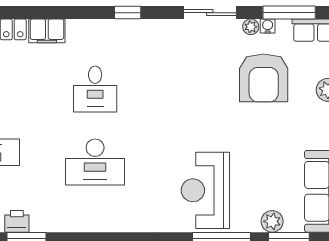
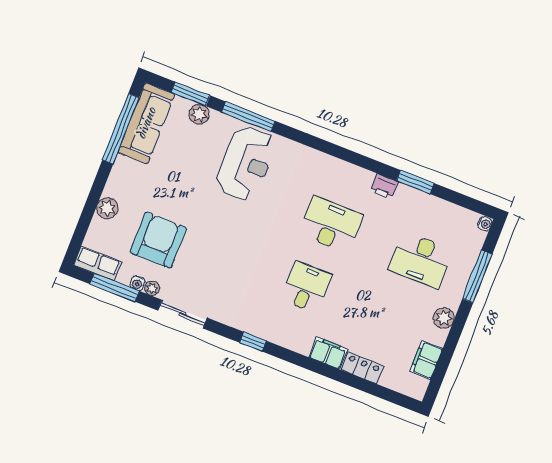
printer: (17, 221) -> (384, 187), moved

